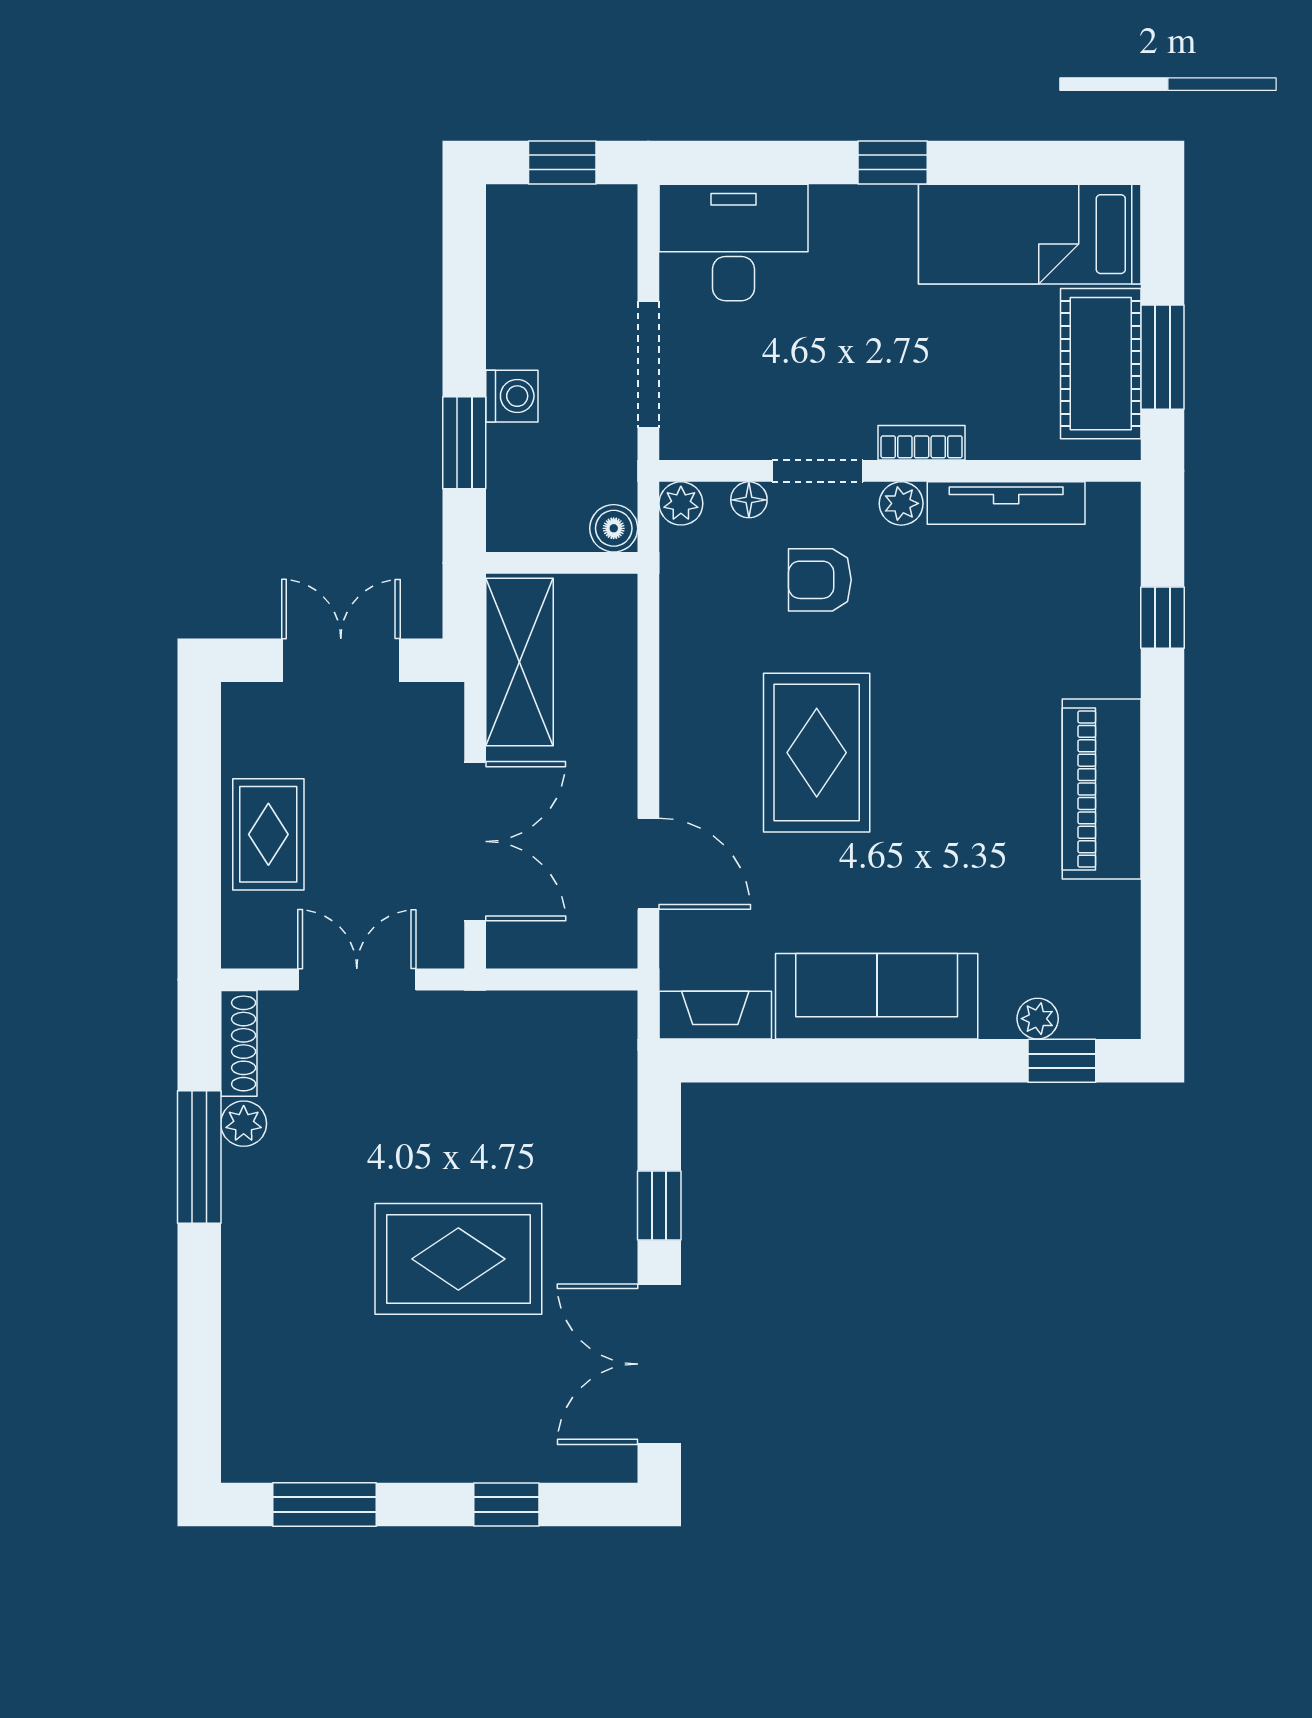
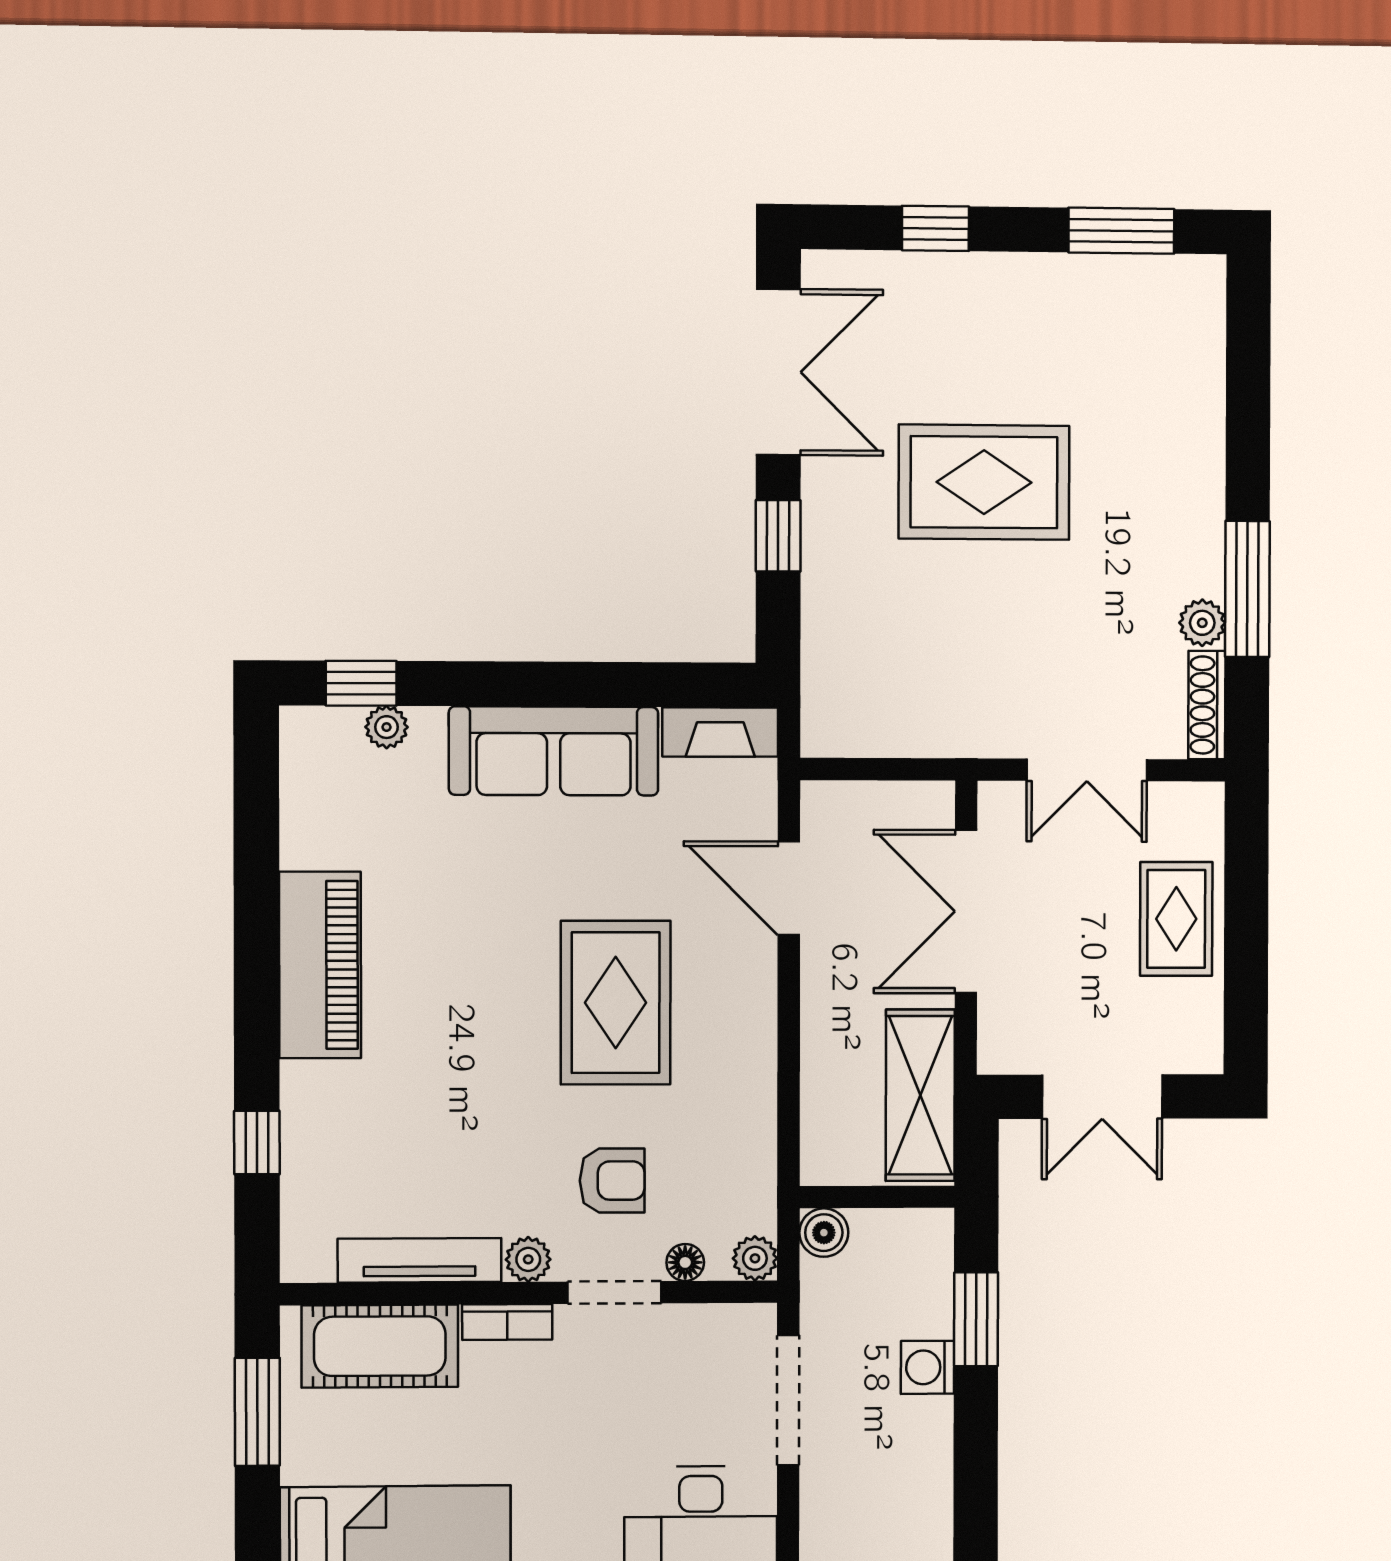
cot: (1101, 364) -> (380, 1346), moved, turned 90

